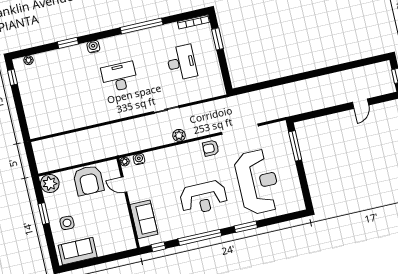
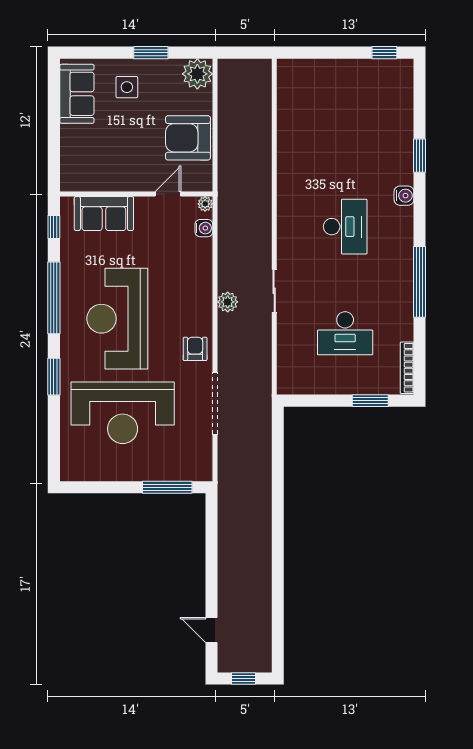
plant: (29, 60) -> (406, 85), removed
door: (361, 104) -> (211, 630), moved
reception desk: (203, 198) -> (117, 319), width x1.36, depth x1.30

